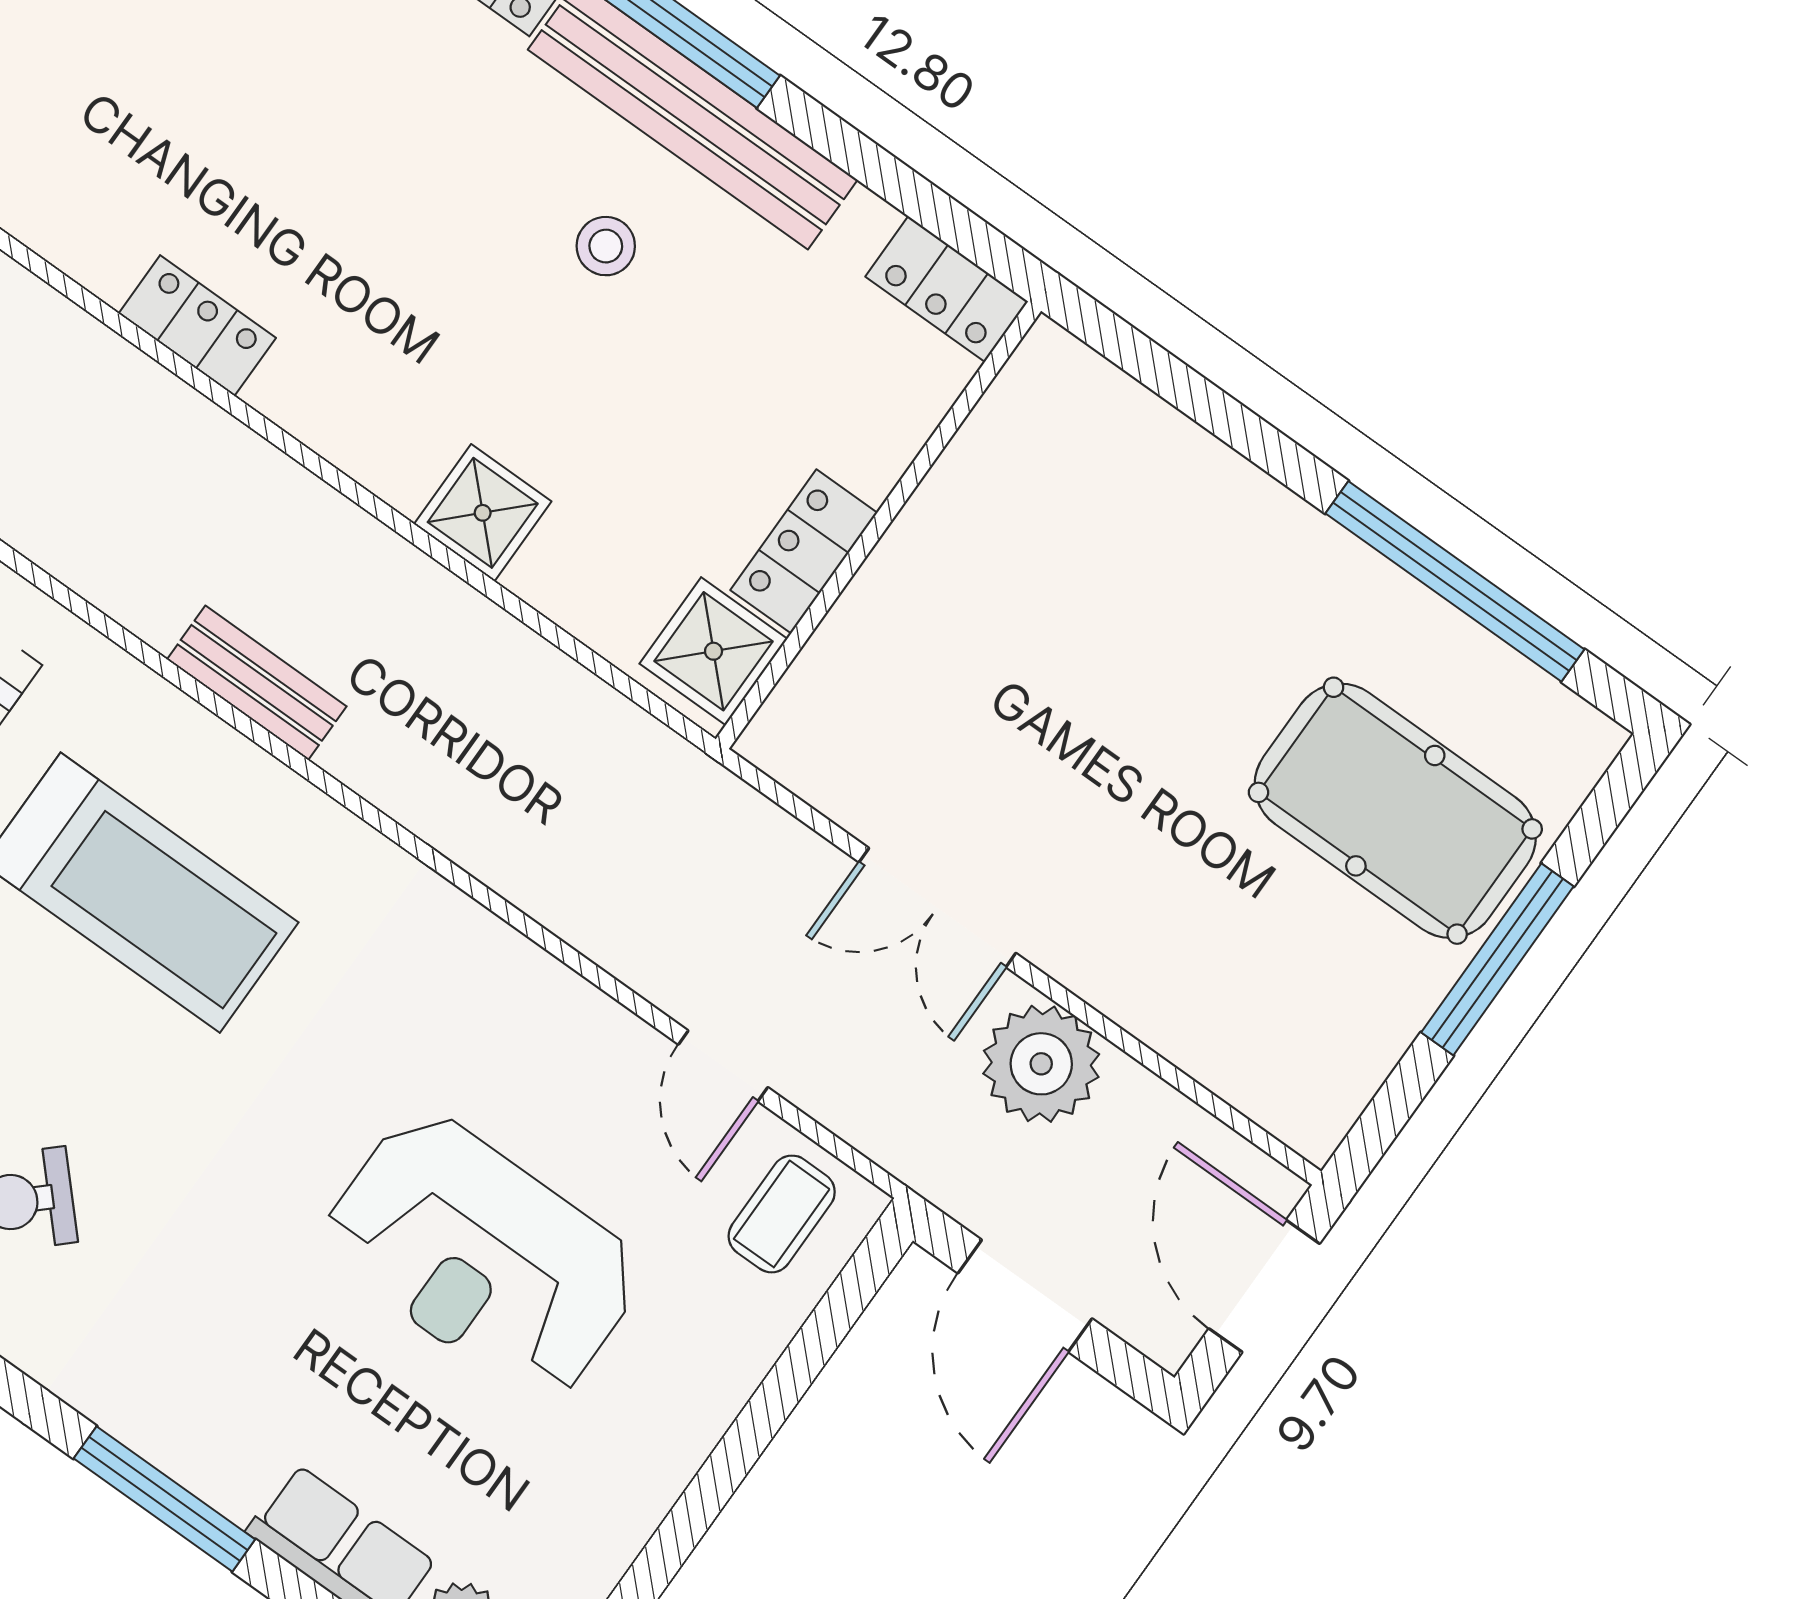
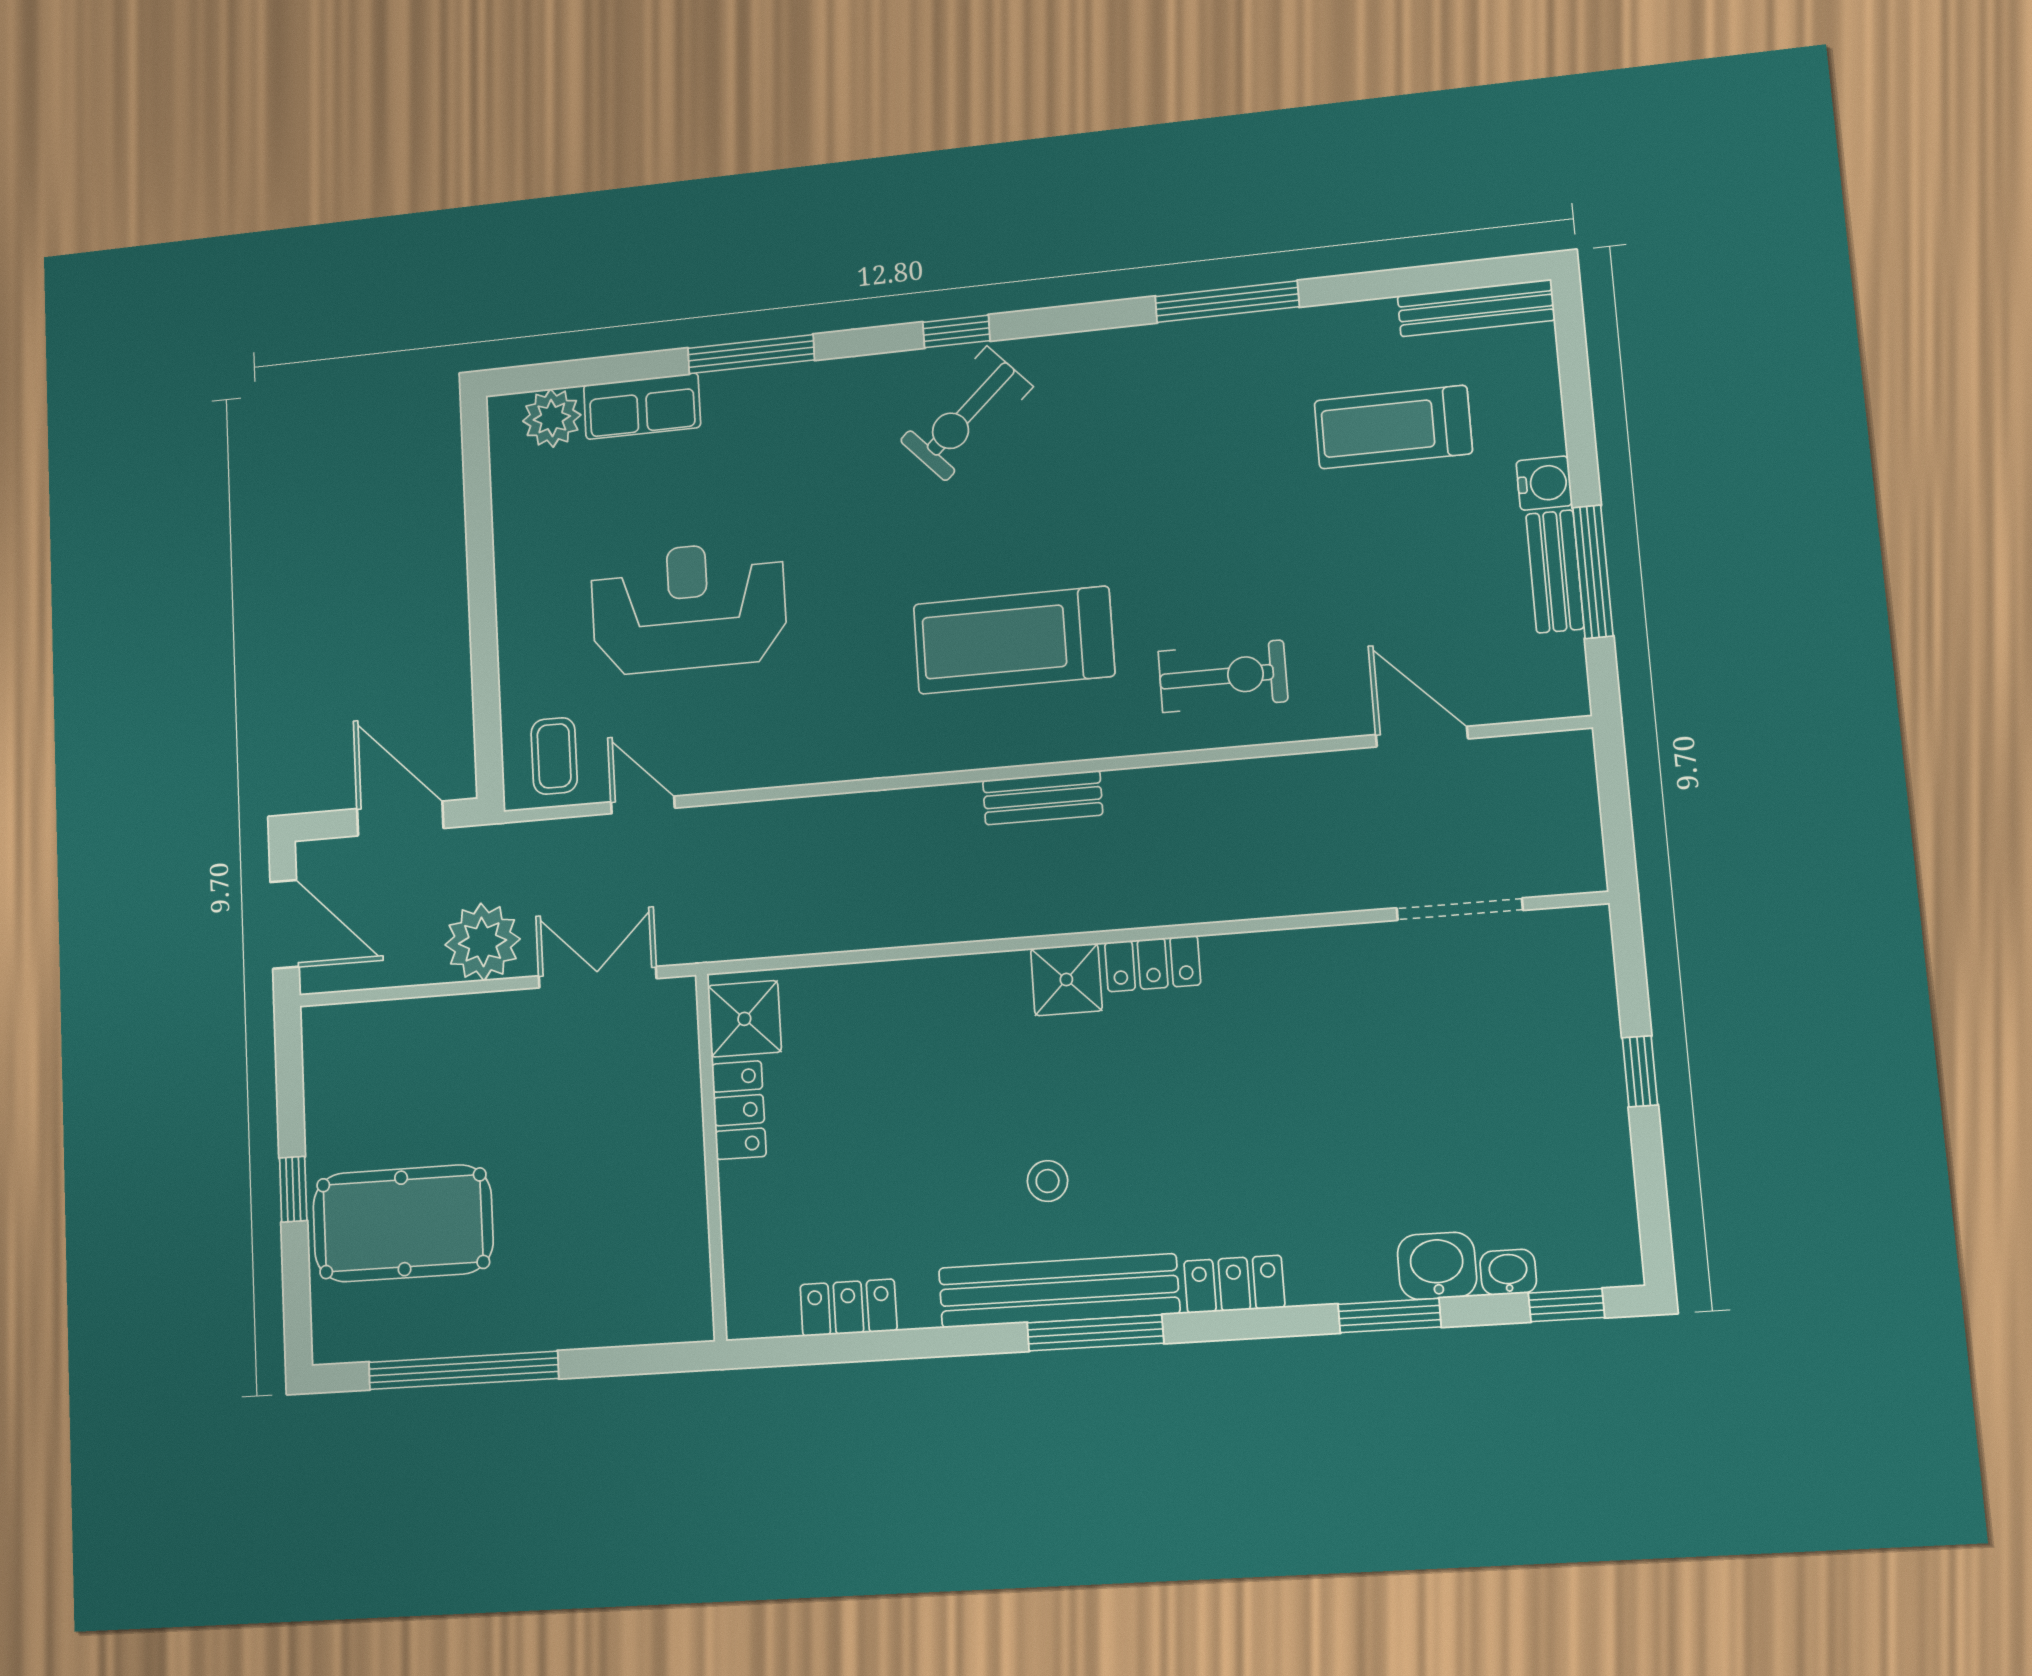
locker: (197, 326) -> (1153, 964), moved
shower: (483, 513) -> (1066, 980), moved
wall: (878, 525) -> (711, 1156), moved
locker: (804, 551) -> (739, 1110), moved
shower: (714, 651) -> (744, 1019), moved
window: (1497, 959) -> (293, 1189), width x0.46

